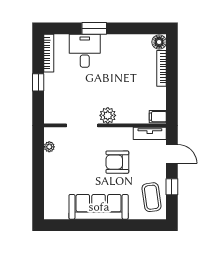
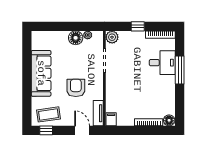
window: (94, 28) -> (180, 70), width x1.44
plant: (108, 115) -> (112, 37), moved
door: (172, 154) -> (82, 130), swing flipped
floor lamp: (53, 162) -> (76, 38), added
window: (172, 187) -> (46, 130), moved

